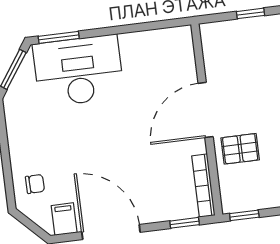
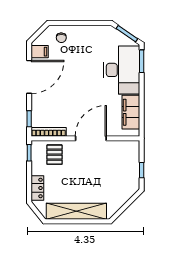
filing cabinet: (151, 45) -> (131, 112), added
door: (206, 110) -> (91, 138), hinge flipped
pallet: (240, 149) -> (54, 155), moved

